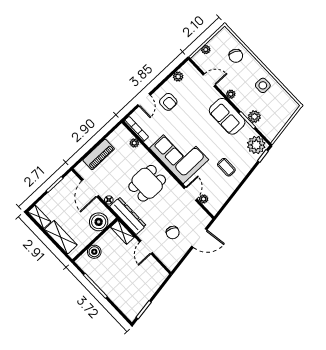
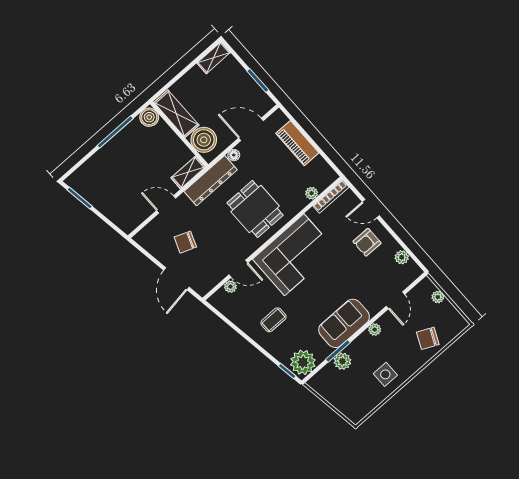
shelving: (61, 237) -> (176, 114), moved, turned 90
boiler: (94, 252) -> (149, 117), moved

